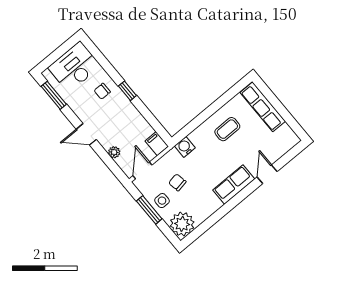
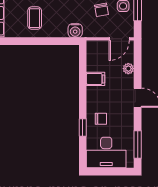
window: (127, 91) -> (83, 127), moved
coffee table: (227, 129) -> (35, 18), turned 90
filing cabinet: (157, 144) -> (95, 79), moved, turned -90

